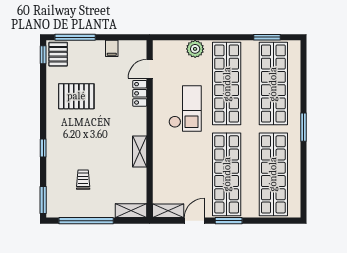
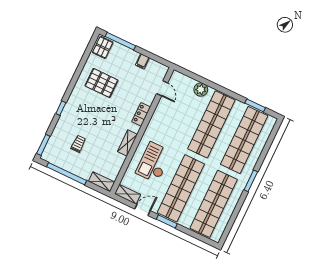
window: (43, 55) -> (92, 43), removed
door: (150, 69) -> (162, 88), swing flipped
locker: (140, 93) -> (141, 114), moved
checkout: (185, 109) -> (154, 162), moved, turned 180

